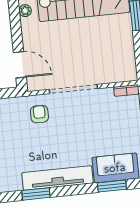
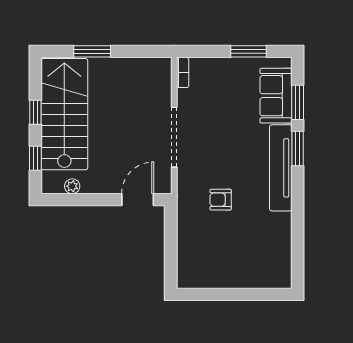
armchair: (39, 114) -> (221, 200), moved
window: (36, 194) -> (298, 148), moved

